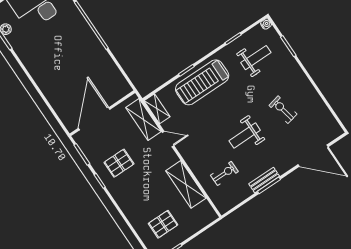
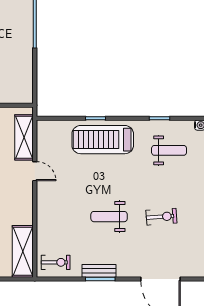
shelving: (157, 109) -> (44, 136), removed
exercise bike: (283, 110) -> (161, 217), turned 98
exercise bike: (224, 173) -> (56, 262), moved
shelving: (186, 184) -> (23, 251), moved

